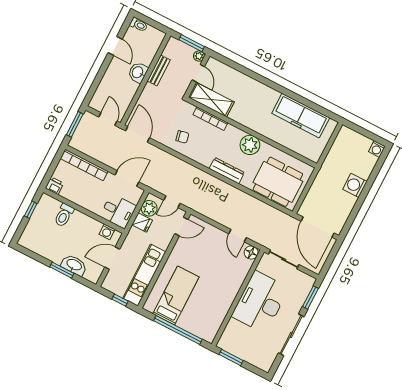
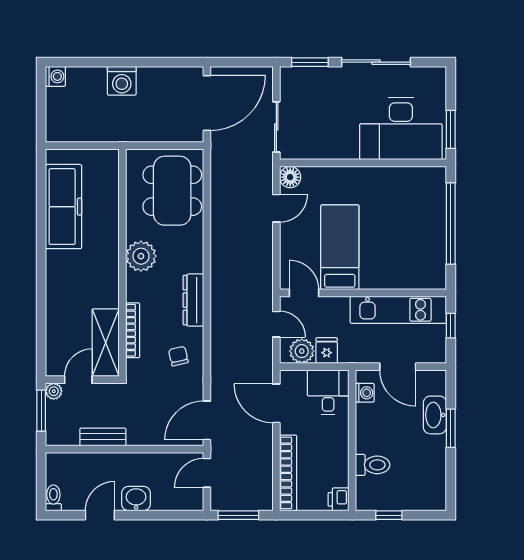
washbasin: (138, 72) -> (136, 499), moved, turned 180
dresser: (227, 171) -> (193, 300), moved
bed: (176, 295) -> (340, 247), moved, turned 90
desk: (260, 302) -> (401, 129), moved

